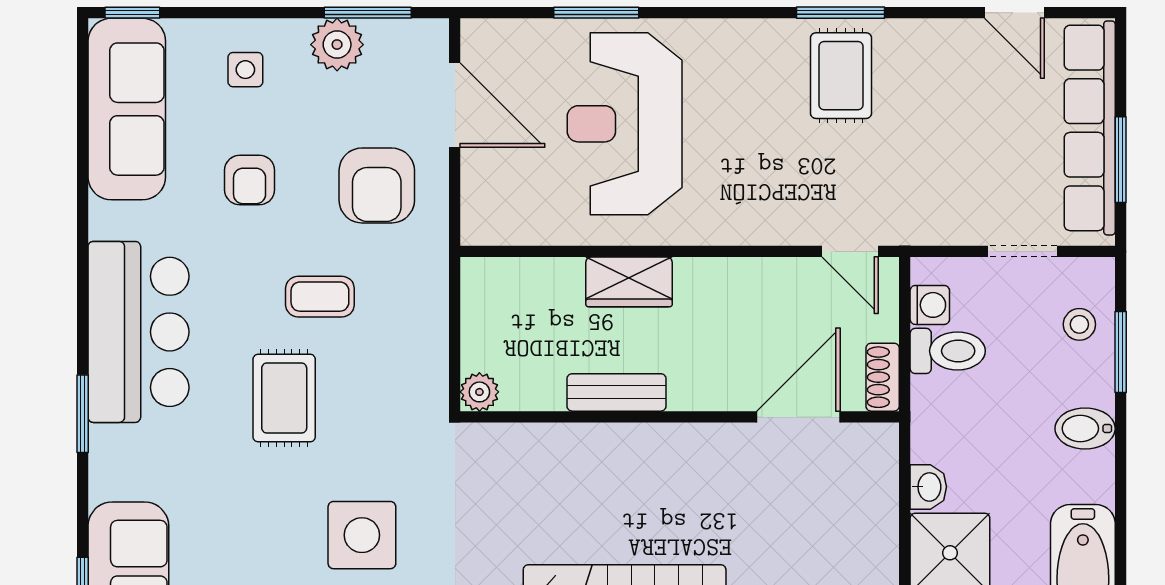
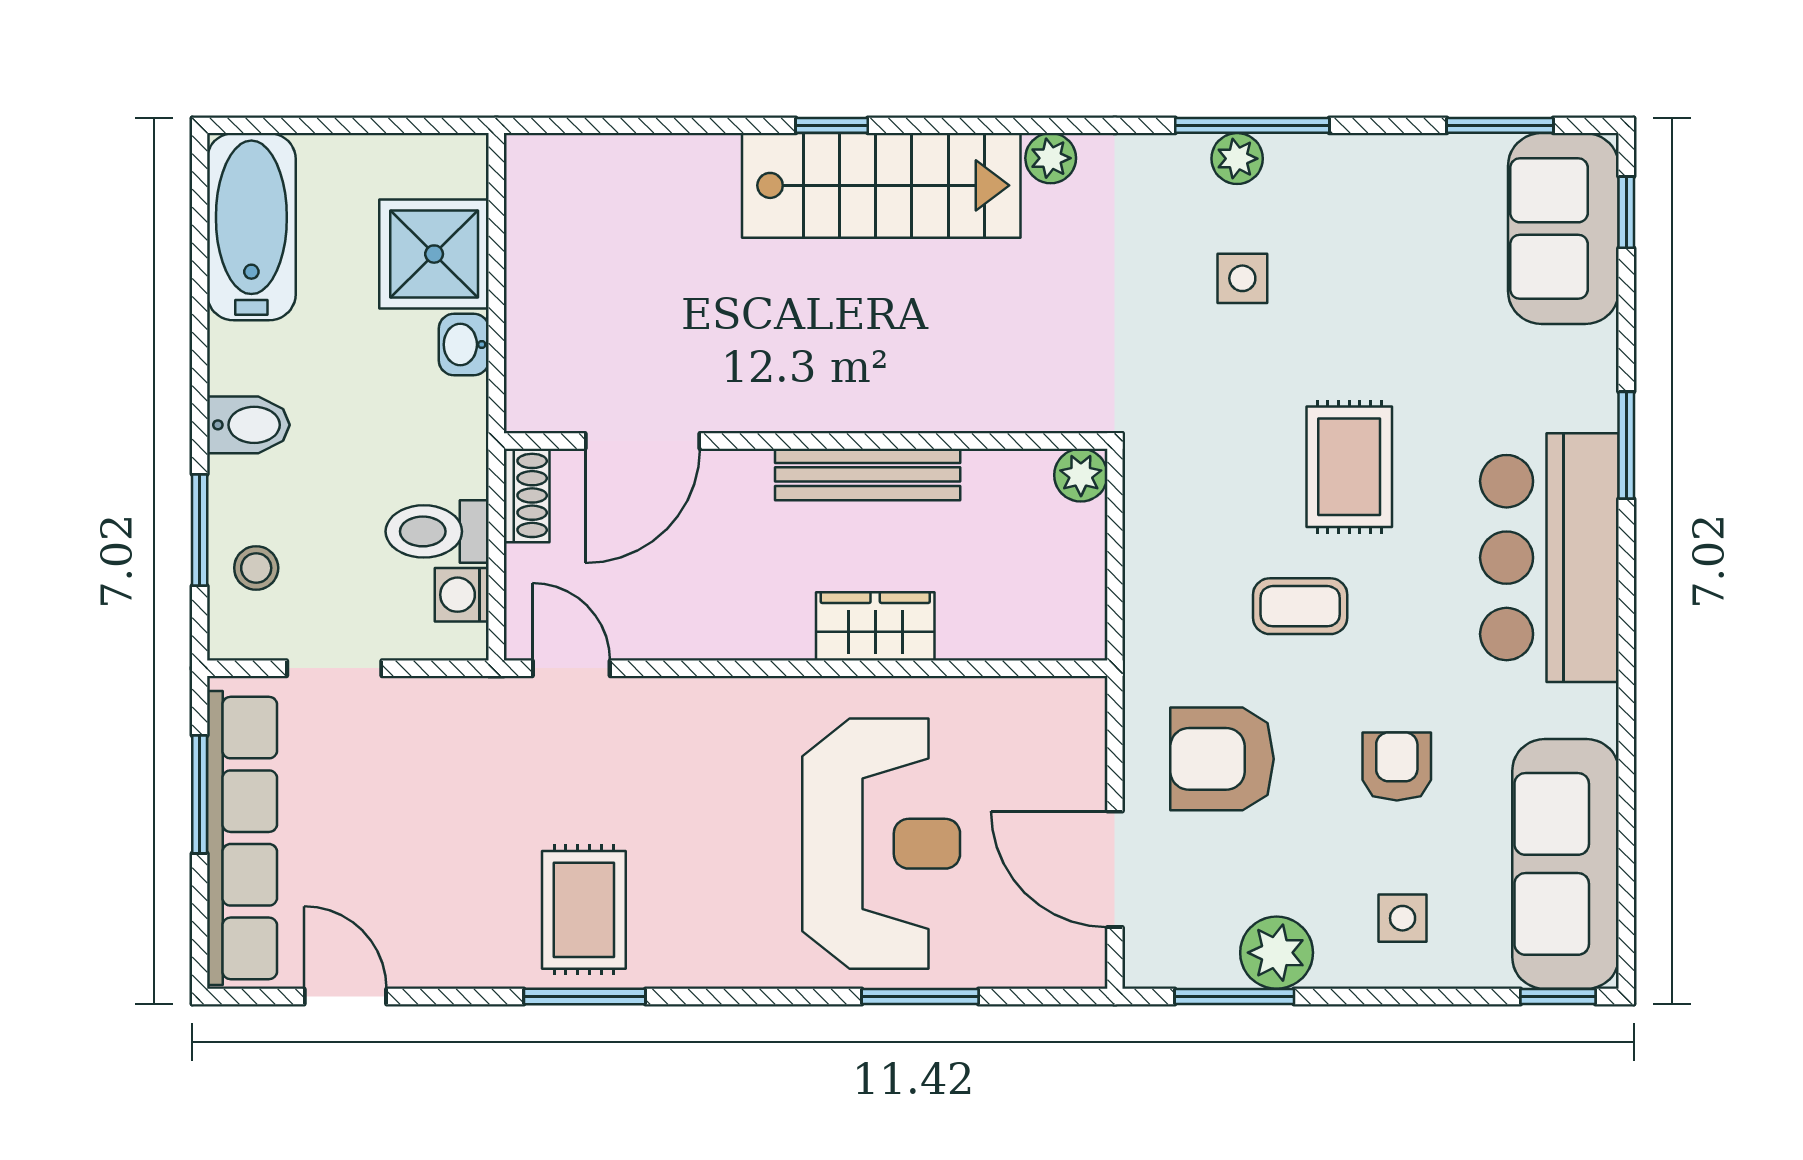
armchair: (377, 185) -> (1222, 759), turned -90
bench: (617, 392) -> (868, 474), width x1.36
side table: (362, 535) -> (1242, 278), width x0.54, depth x0.54

